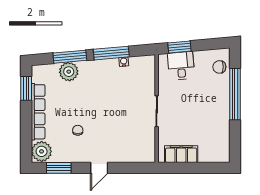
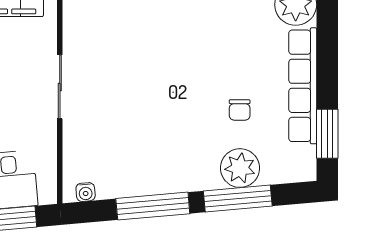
water cooler: (124, 62) -> (86, 192), moved
chair: (78, 130) -> (240, 110), moved

